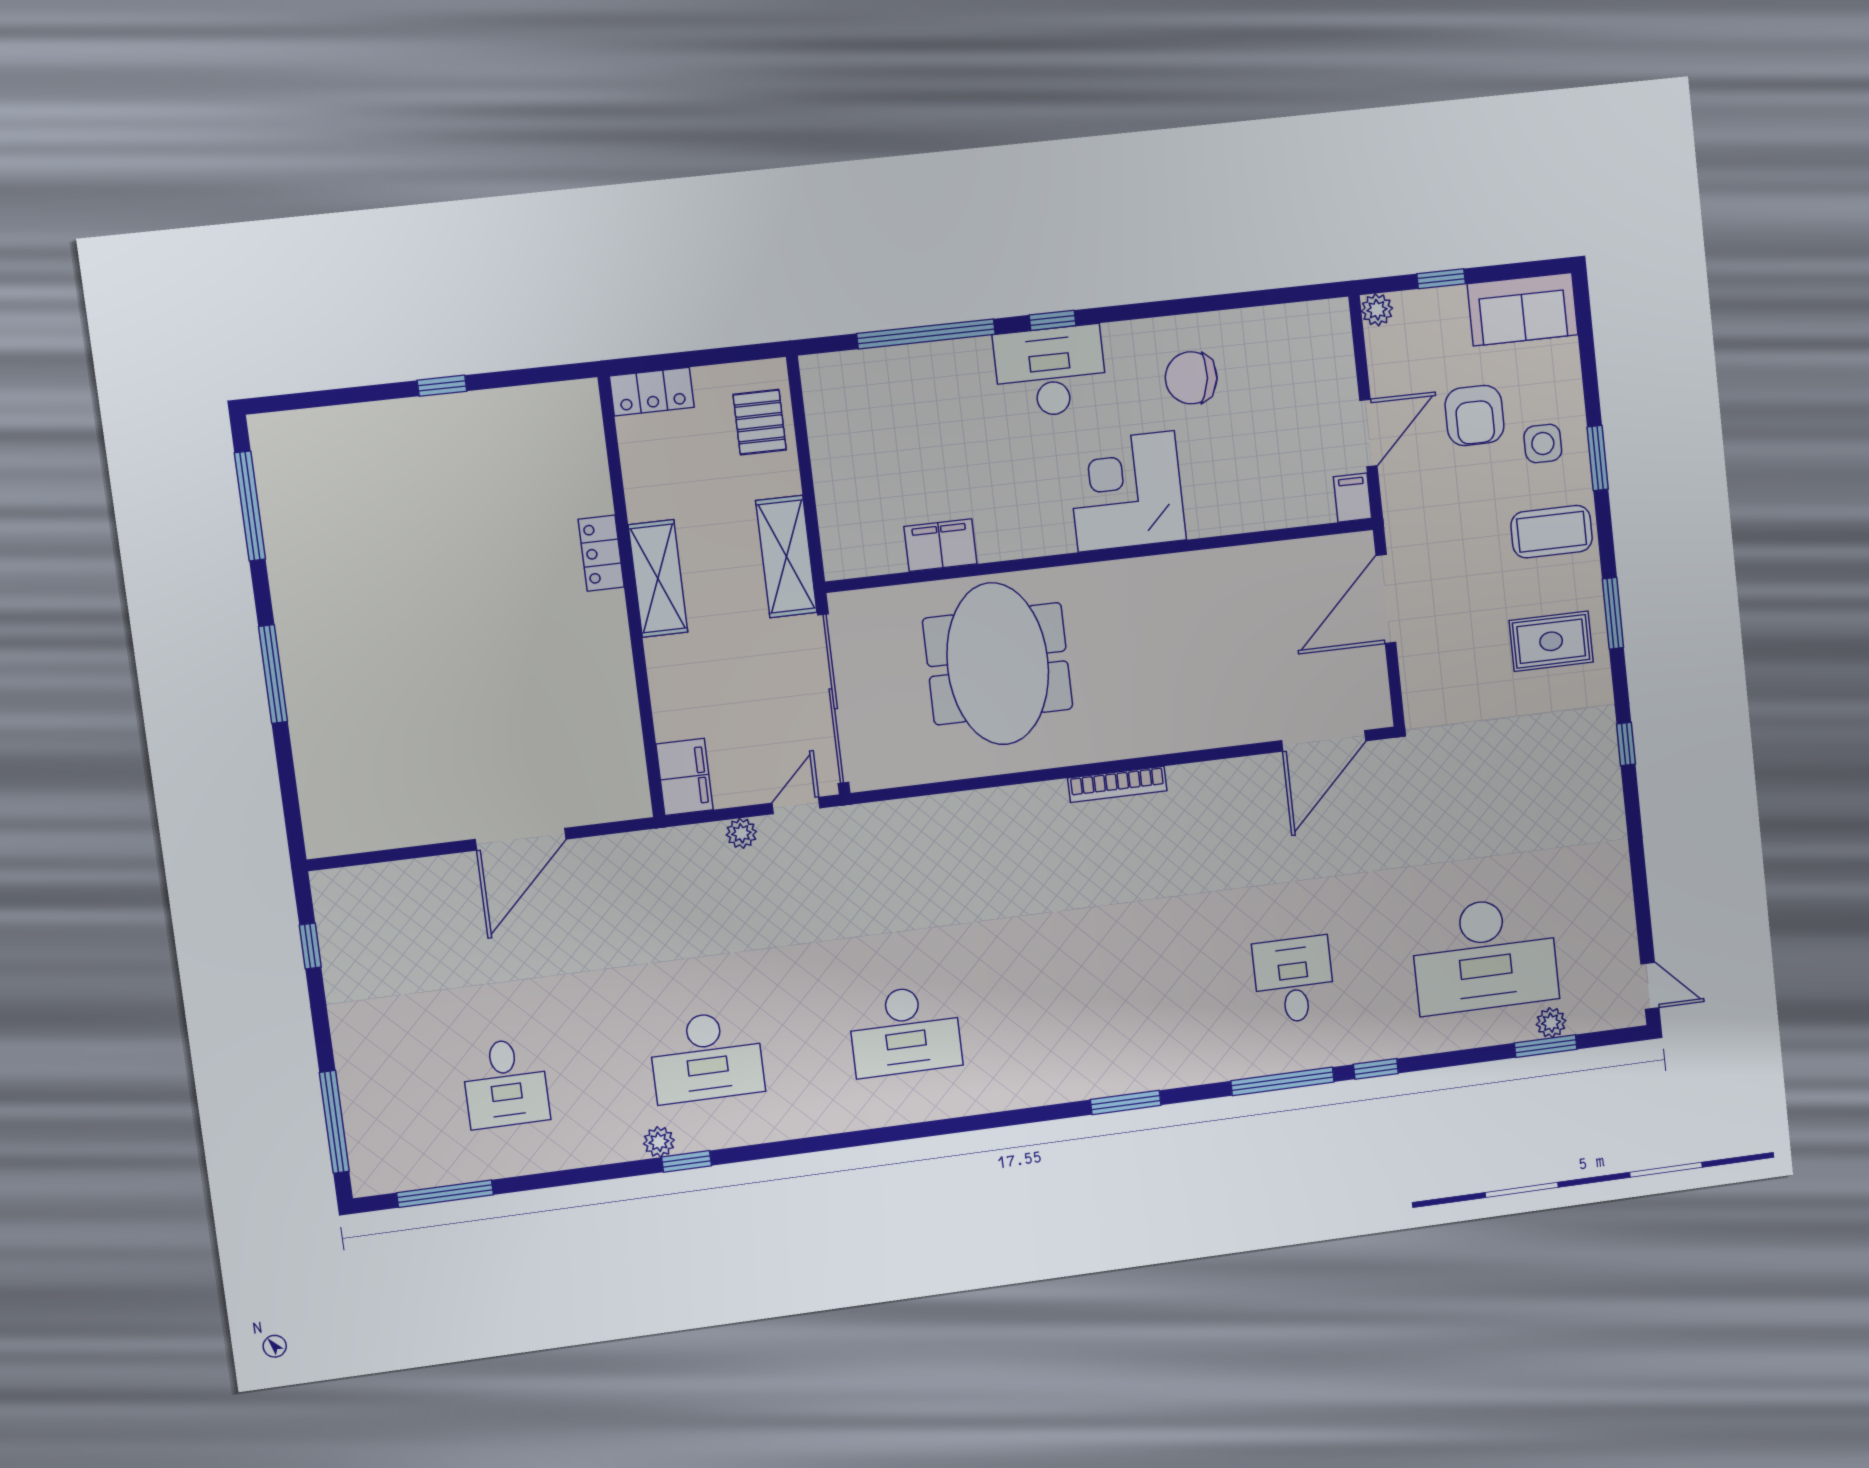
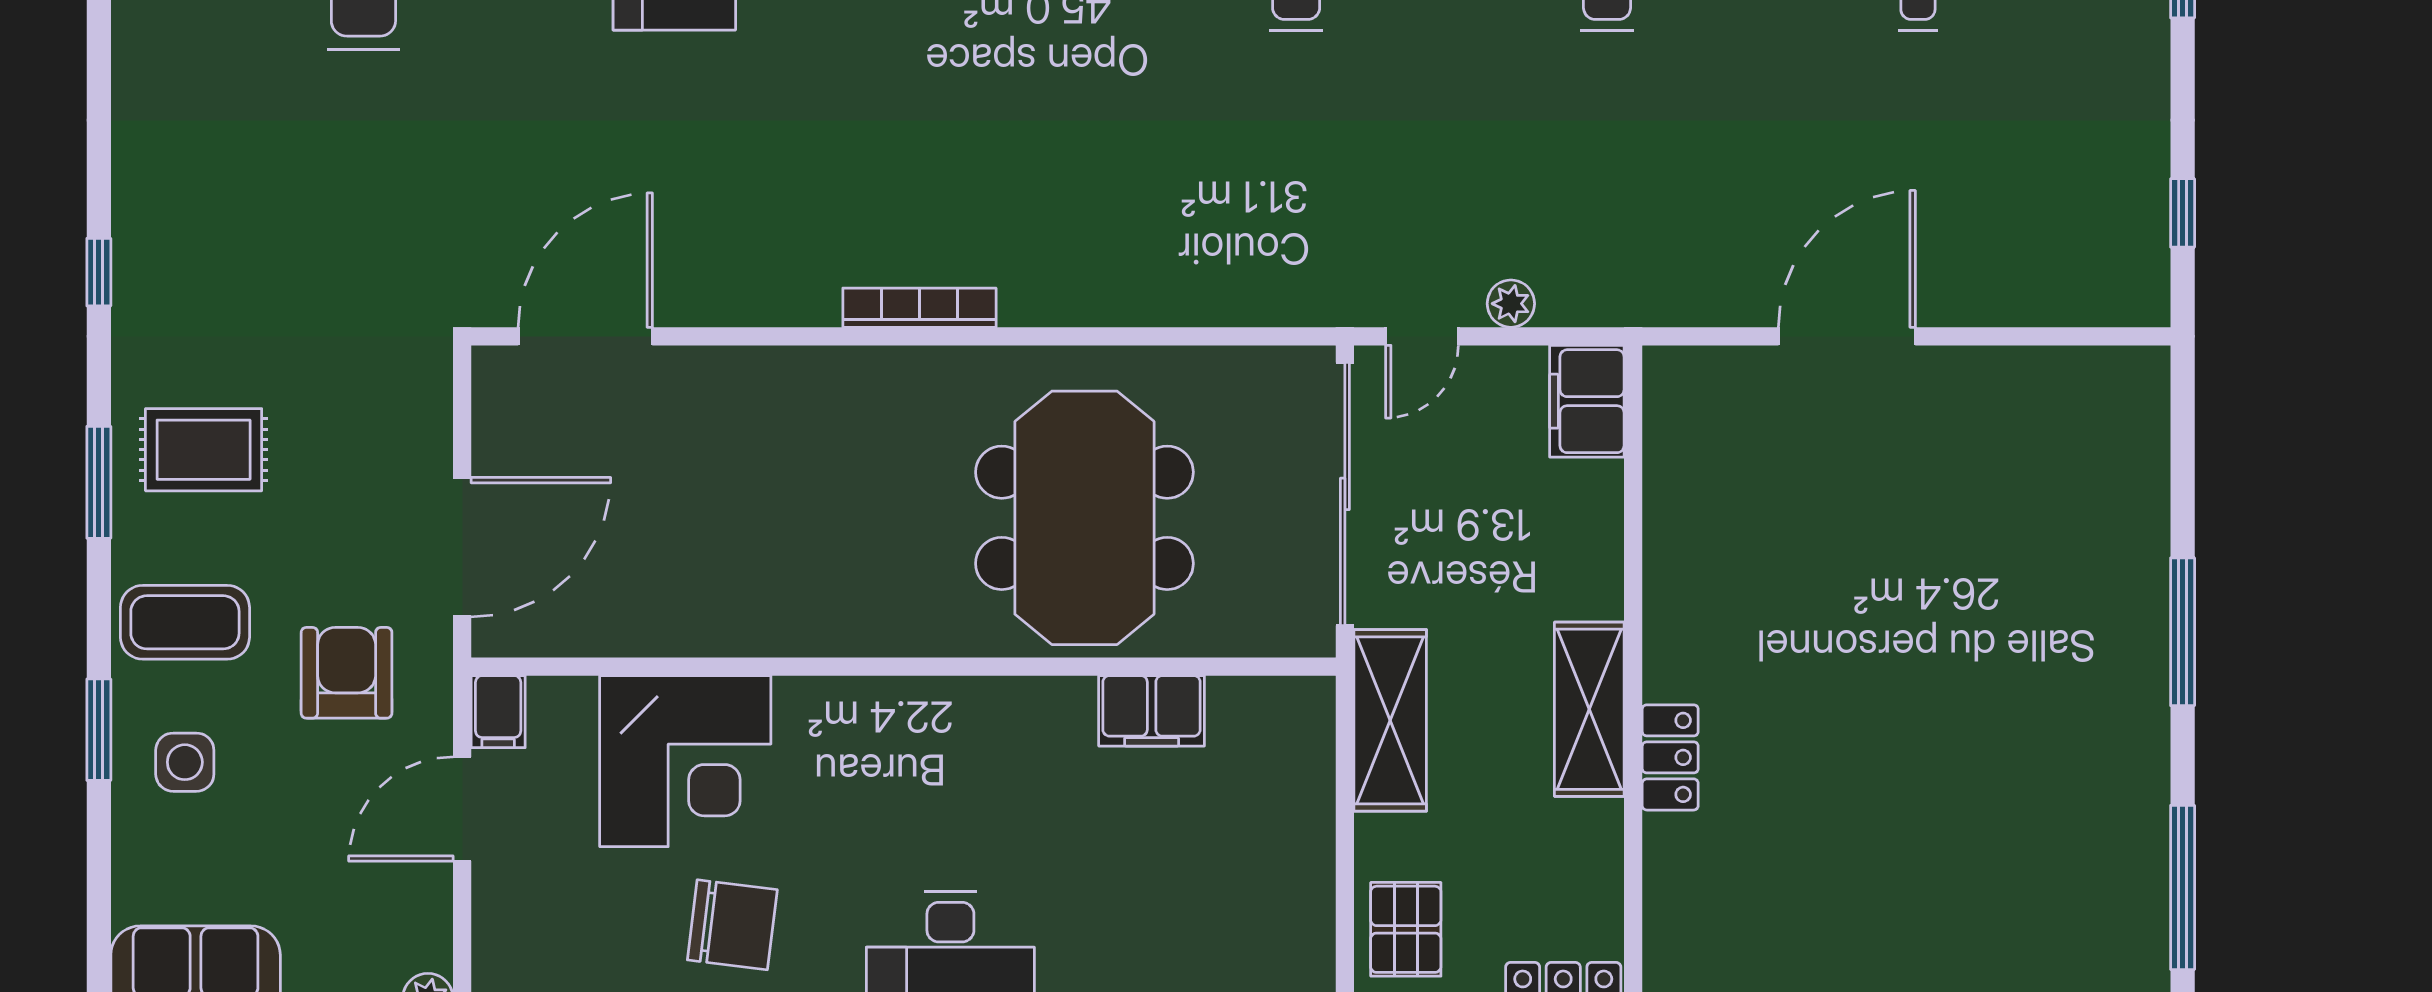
armchair: (1475, 416) -> (347, 673), moved
corner desk: (1126, 491) -> (685, 761), moved

